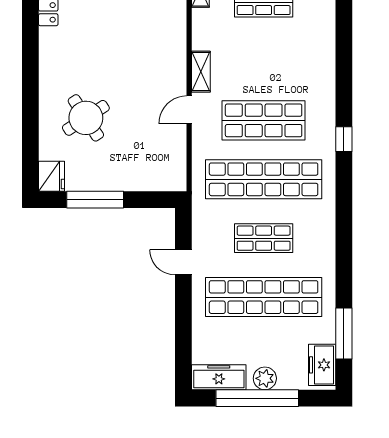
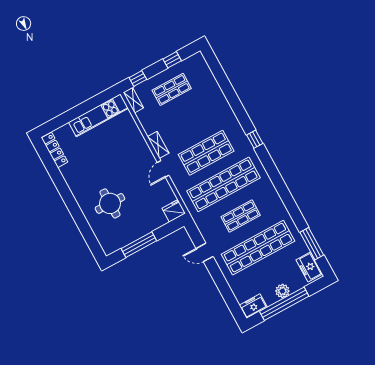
round table: (86, 118) -> (110, 203), turned 33
fridge: (52, 176) -> (174, 211), moved, turned -90
freezer: (219, 377) -> (253, 306), width x0.71

